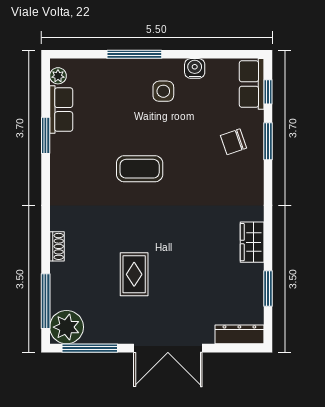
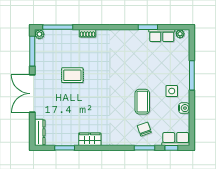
coffee table: (140, 169) -> (142, 102), moved
plant: (67, 327) -> (39, 34), width x0.53, depth x0.53

